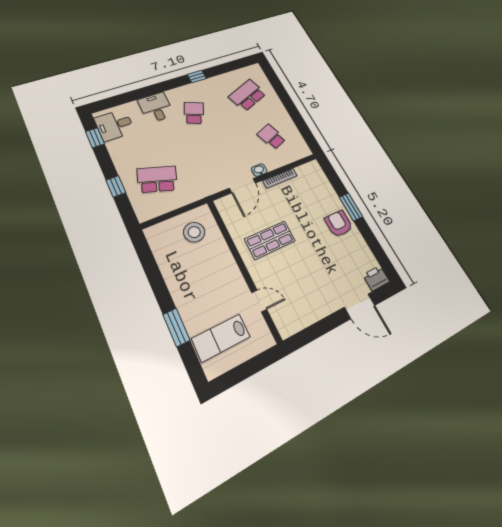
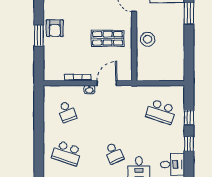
school desk: (247, 95) -> (67, 153), turned 39
school desk: (194, 113) -> (114, 153), turned -48
window: (95, 138) -> (189, 144), moved
stool: (194, 232) -> (148, 39), moved

